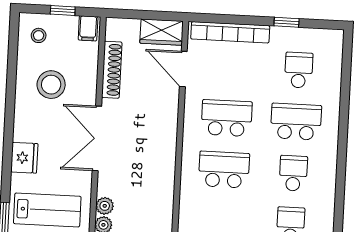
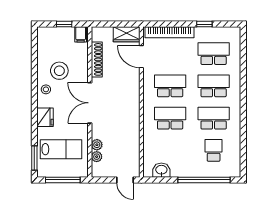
stool: (39, 35) -> (46, 89), moved
school desk: (299, 70) -> (214, 54), width x1.85
school desk: (293, 173) -> (214, 118), width x1.85

